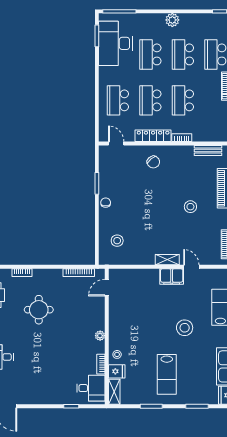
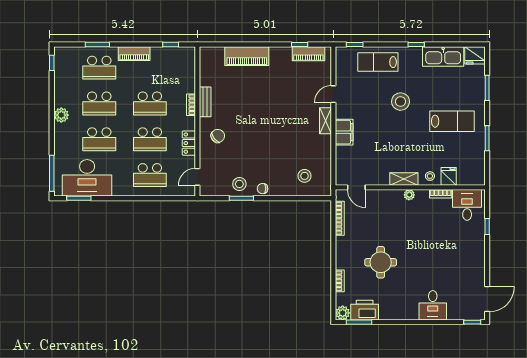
locker: (153, 136) -> (189, 143), width x0.66
bench: (208, 150) -> (205, 102), moved
stool: (190, 207) -> (239, 184), moved
filing cabinet: (172, 277) -> (344, 132), moved
shelving: (114, 392) -> (404, 179), moved

